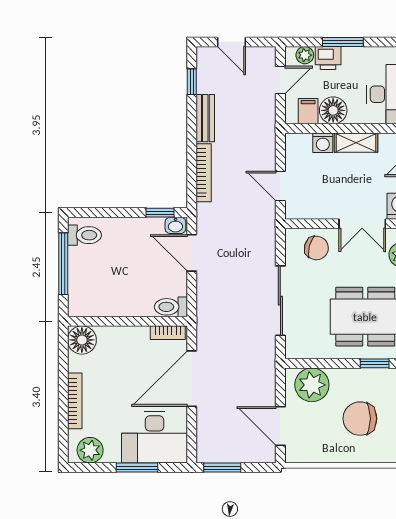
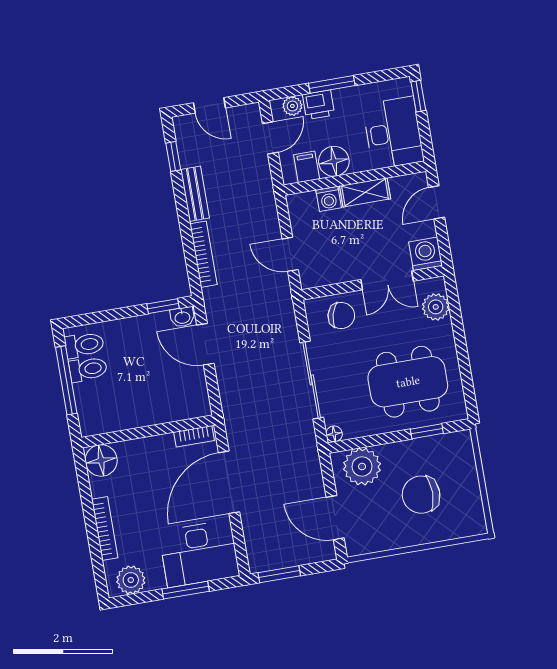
toilet: (171, 307) -> (88, 369), moved, turned 180
floor lamp: (292, 352) -> (334, 434), added

